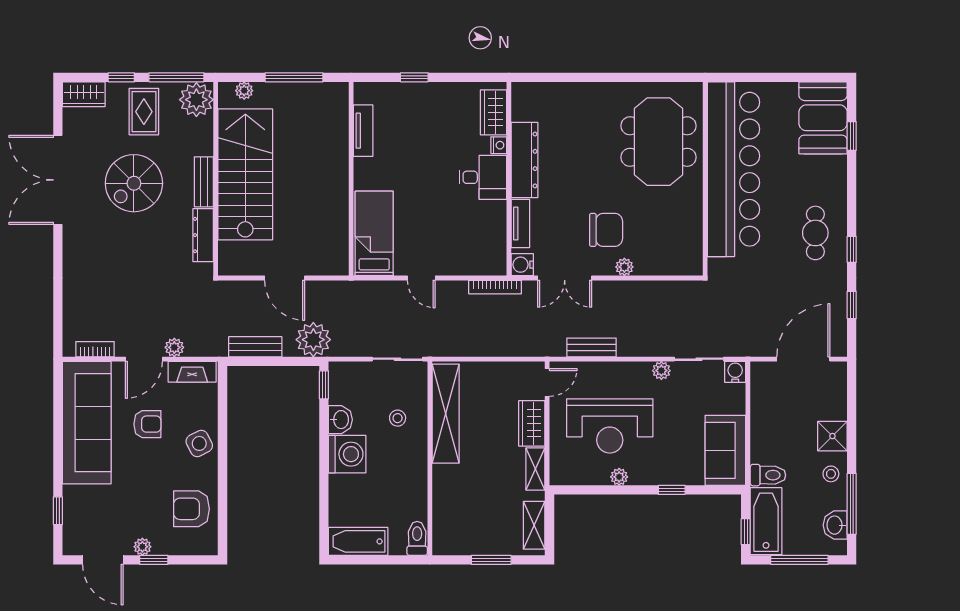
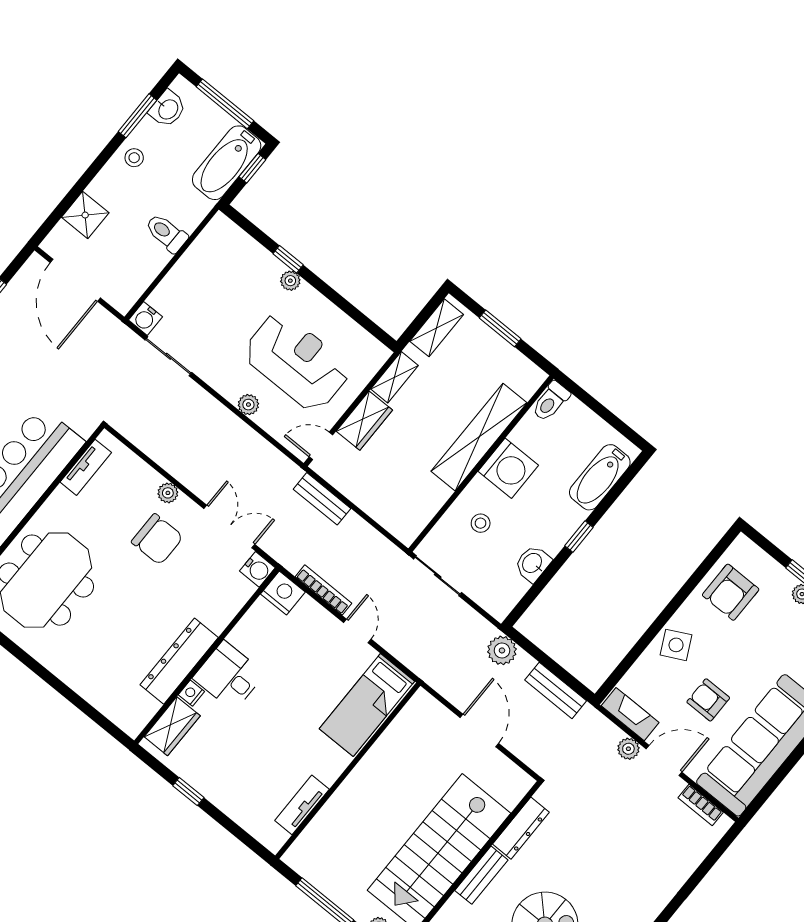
window: (414, 77) -> (188, 792), moved
tv unit: (520, 224) -> (86, 467), moved, turned 180
chair: (606, 230) -> (157, 539), turned 180
nightstand: (492, 263) -> (283, 593), added
bookcase: (495, 287) -> (324, 590), moved
plant: (313, 340) -> (502, 650), width x0.73, depth x0.73
bench: (592, 348) -> (322, 499), moved
door: (803, 359) -> (75, 280), hinge flipped
plant: (661, 371) -> (248, 405), moved
window: (324, 385) -> (579, 537), moved
shelving: (446, 414) -> (479, 437), moved
shower: (832, 436) -> (85, 215), moved
sofa: (725, 450) -> (211, 256), removed
washing machine: (347, 454) -> (508, 468), moved, turned 180
toilet: (768, 475) -> (166, 233), moved
plant: (619, 477) -> (290, 281), moved
window: (852, 504) -> (137, 116), width x0.69
armchair: (191, 509) -> (731, 592), turned 90
bathtub: (358, 541) -> (600, 477), moved, turned 90

